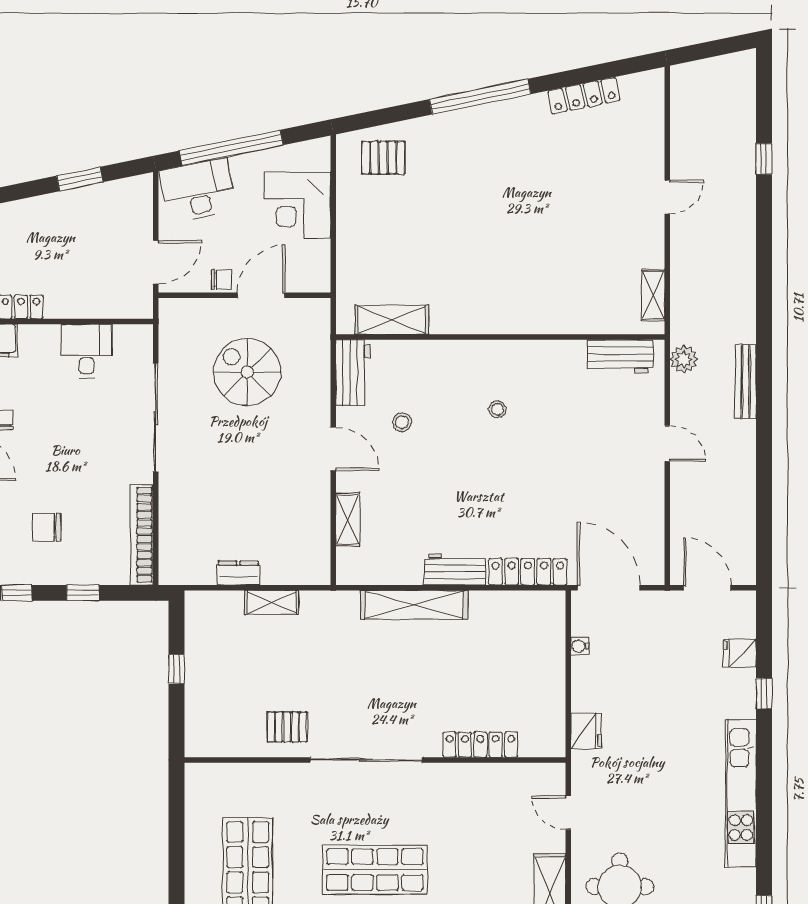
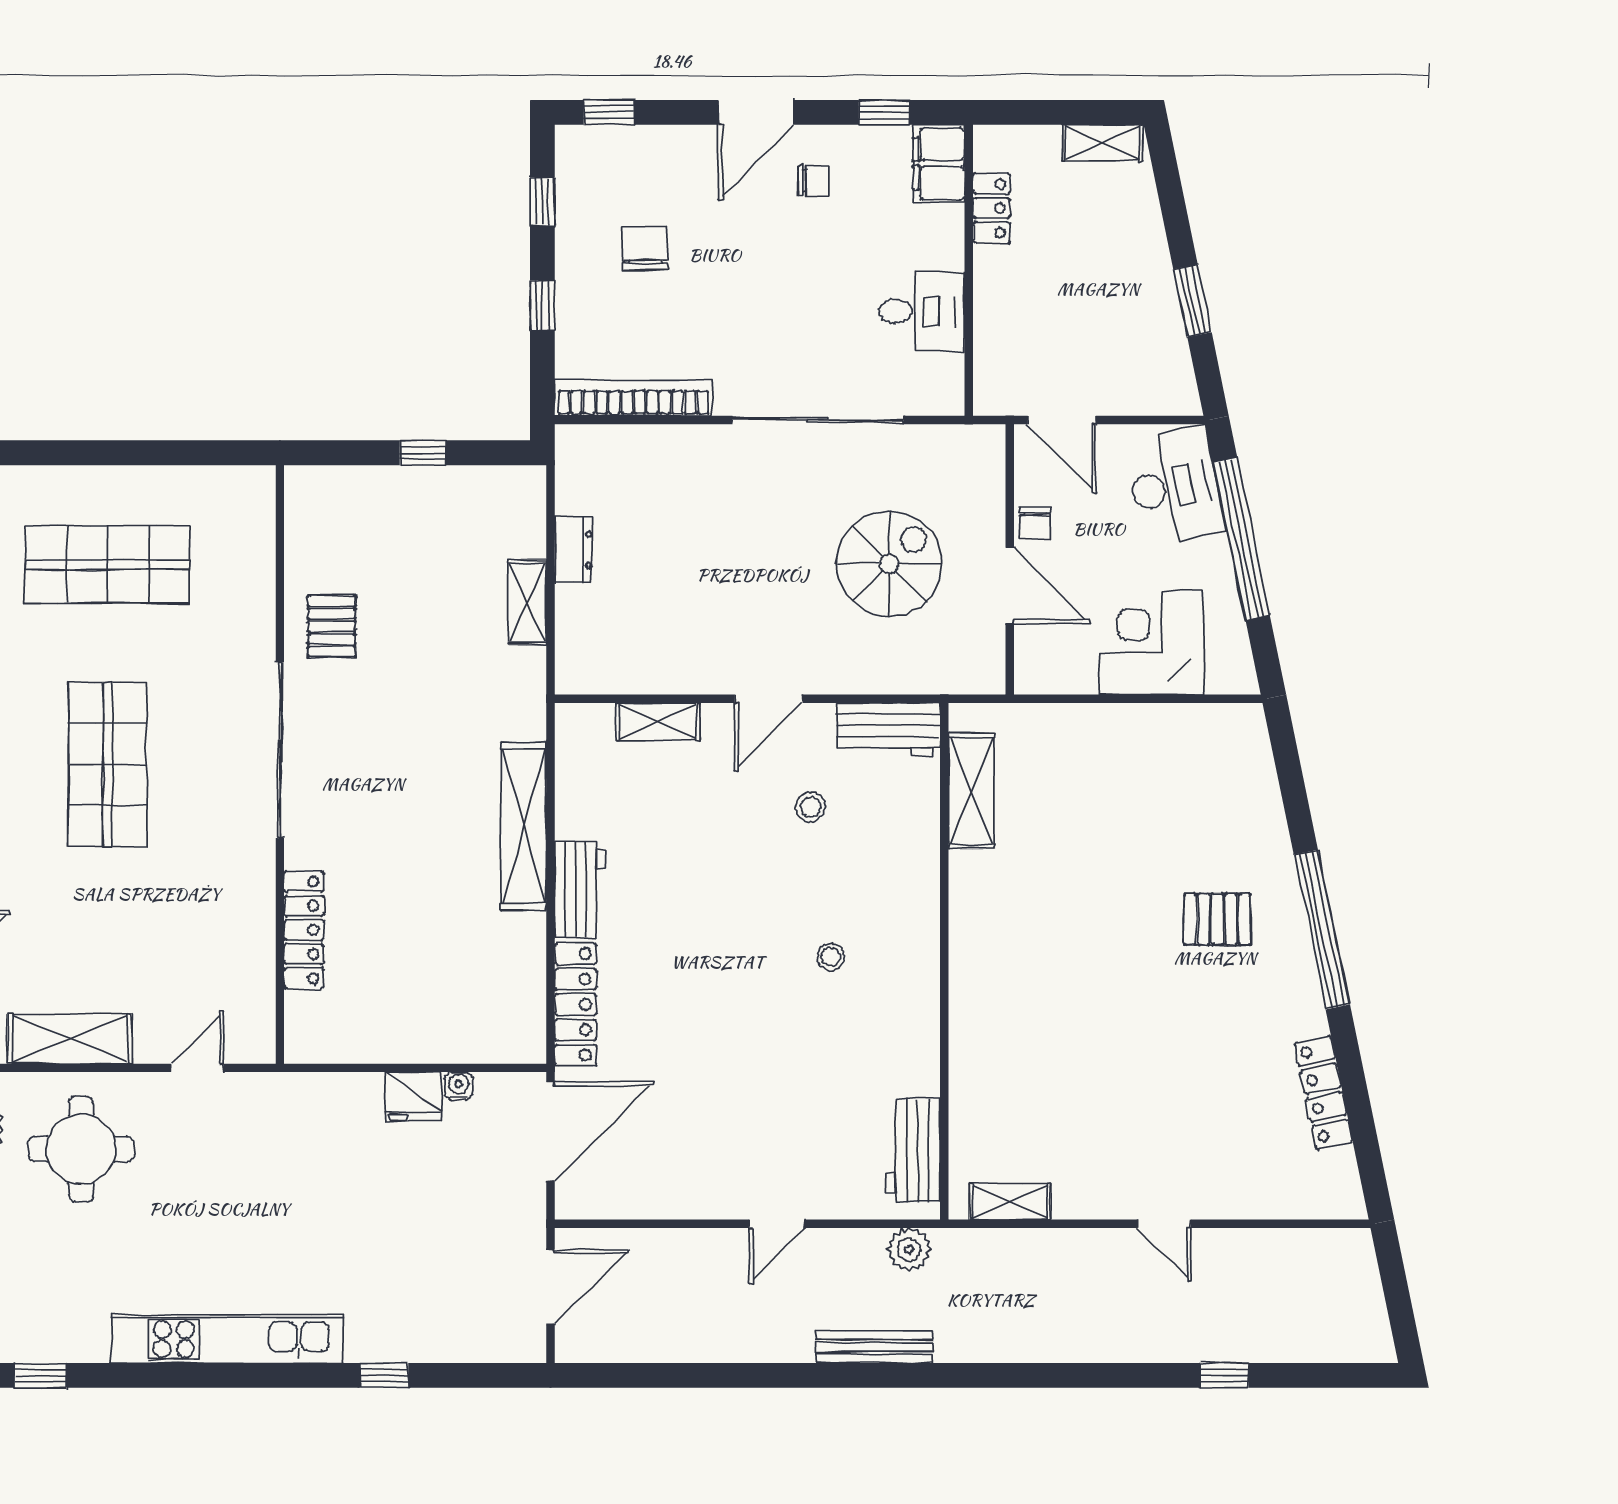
pallet: (383, 158) -> (1217, 919), moved, turned 90
fridge: (740, 653) -> (448, 1337), removed
fridge: (586, 731) -> (413, 1096), moved

